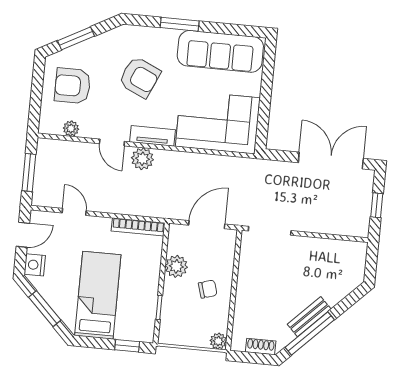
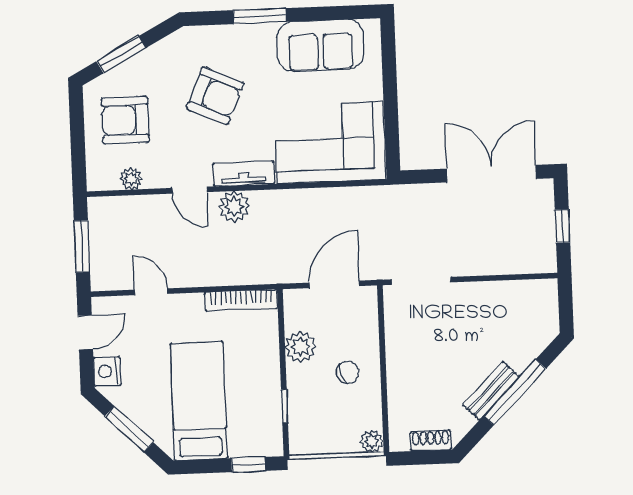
sofa: (220, 51) -> (320, 45), width x0.73
window: (310, 334) -> (515, 392), moved

